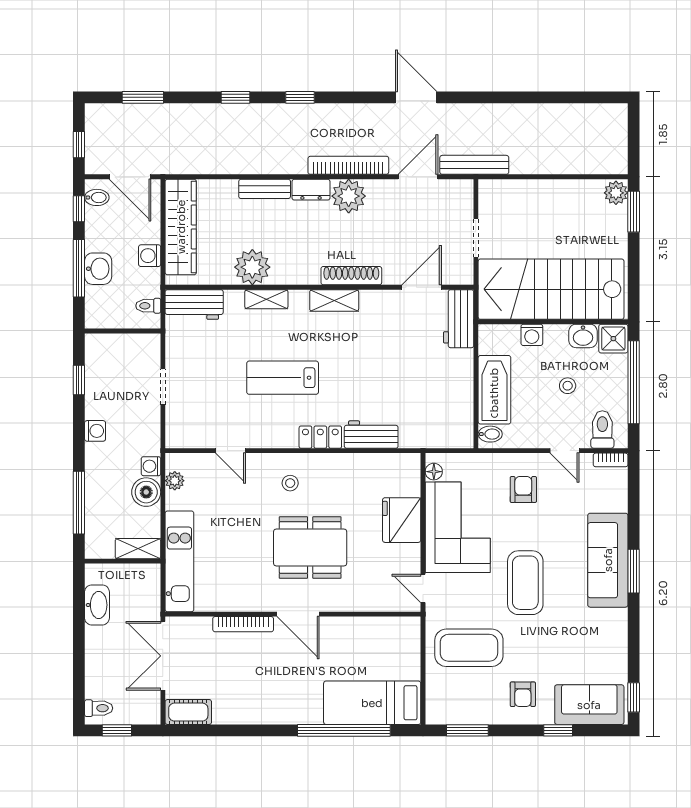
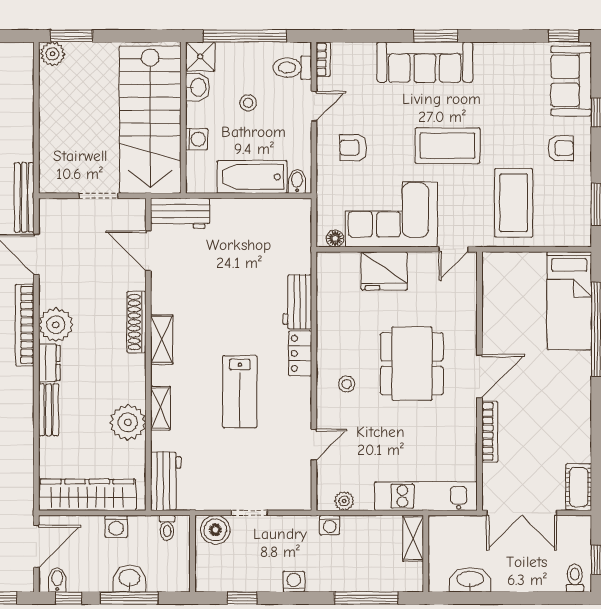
boiler: (146, 492) -> (215, 530), moved

